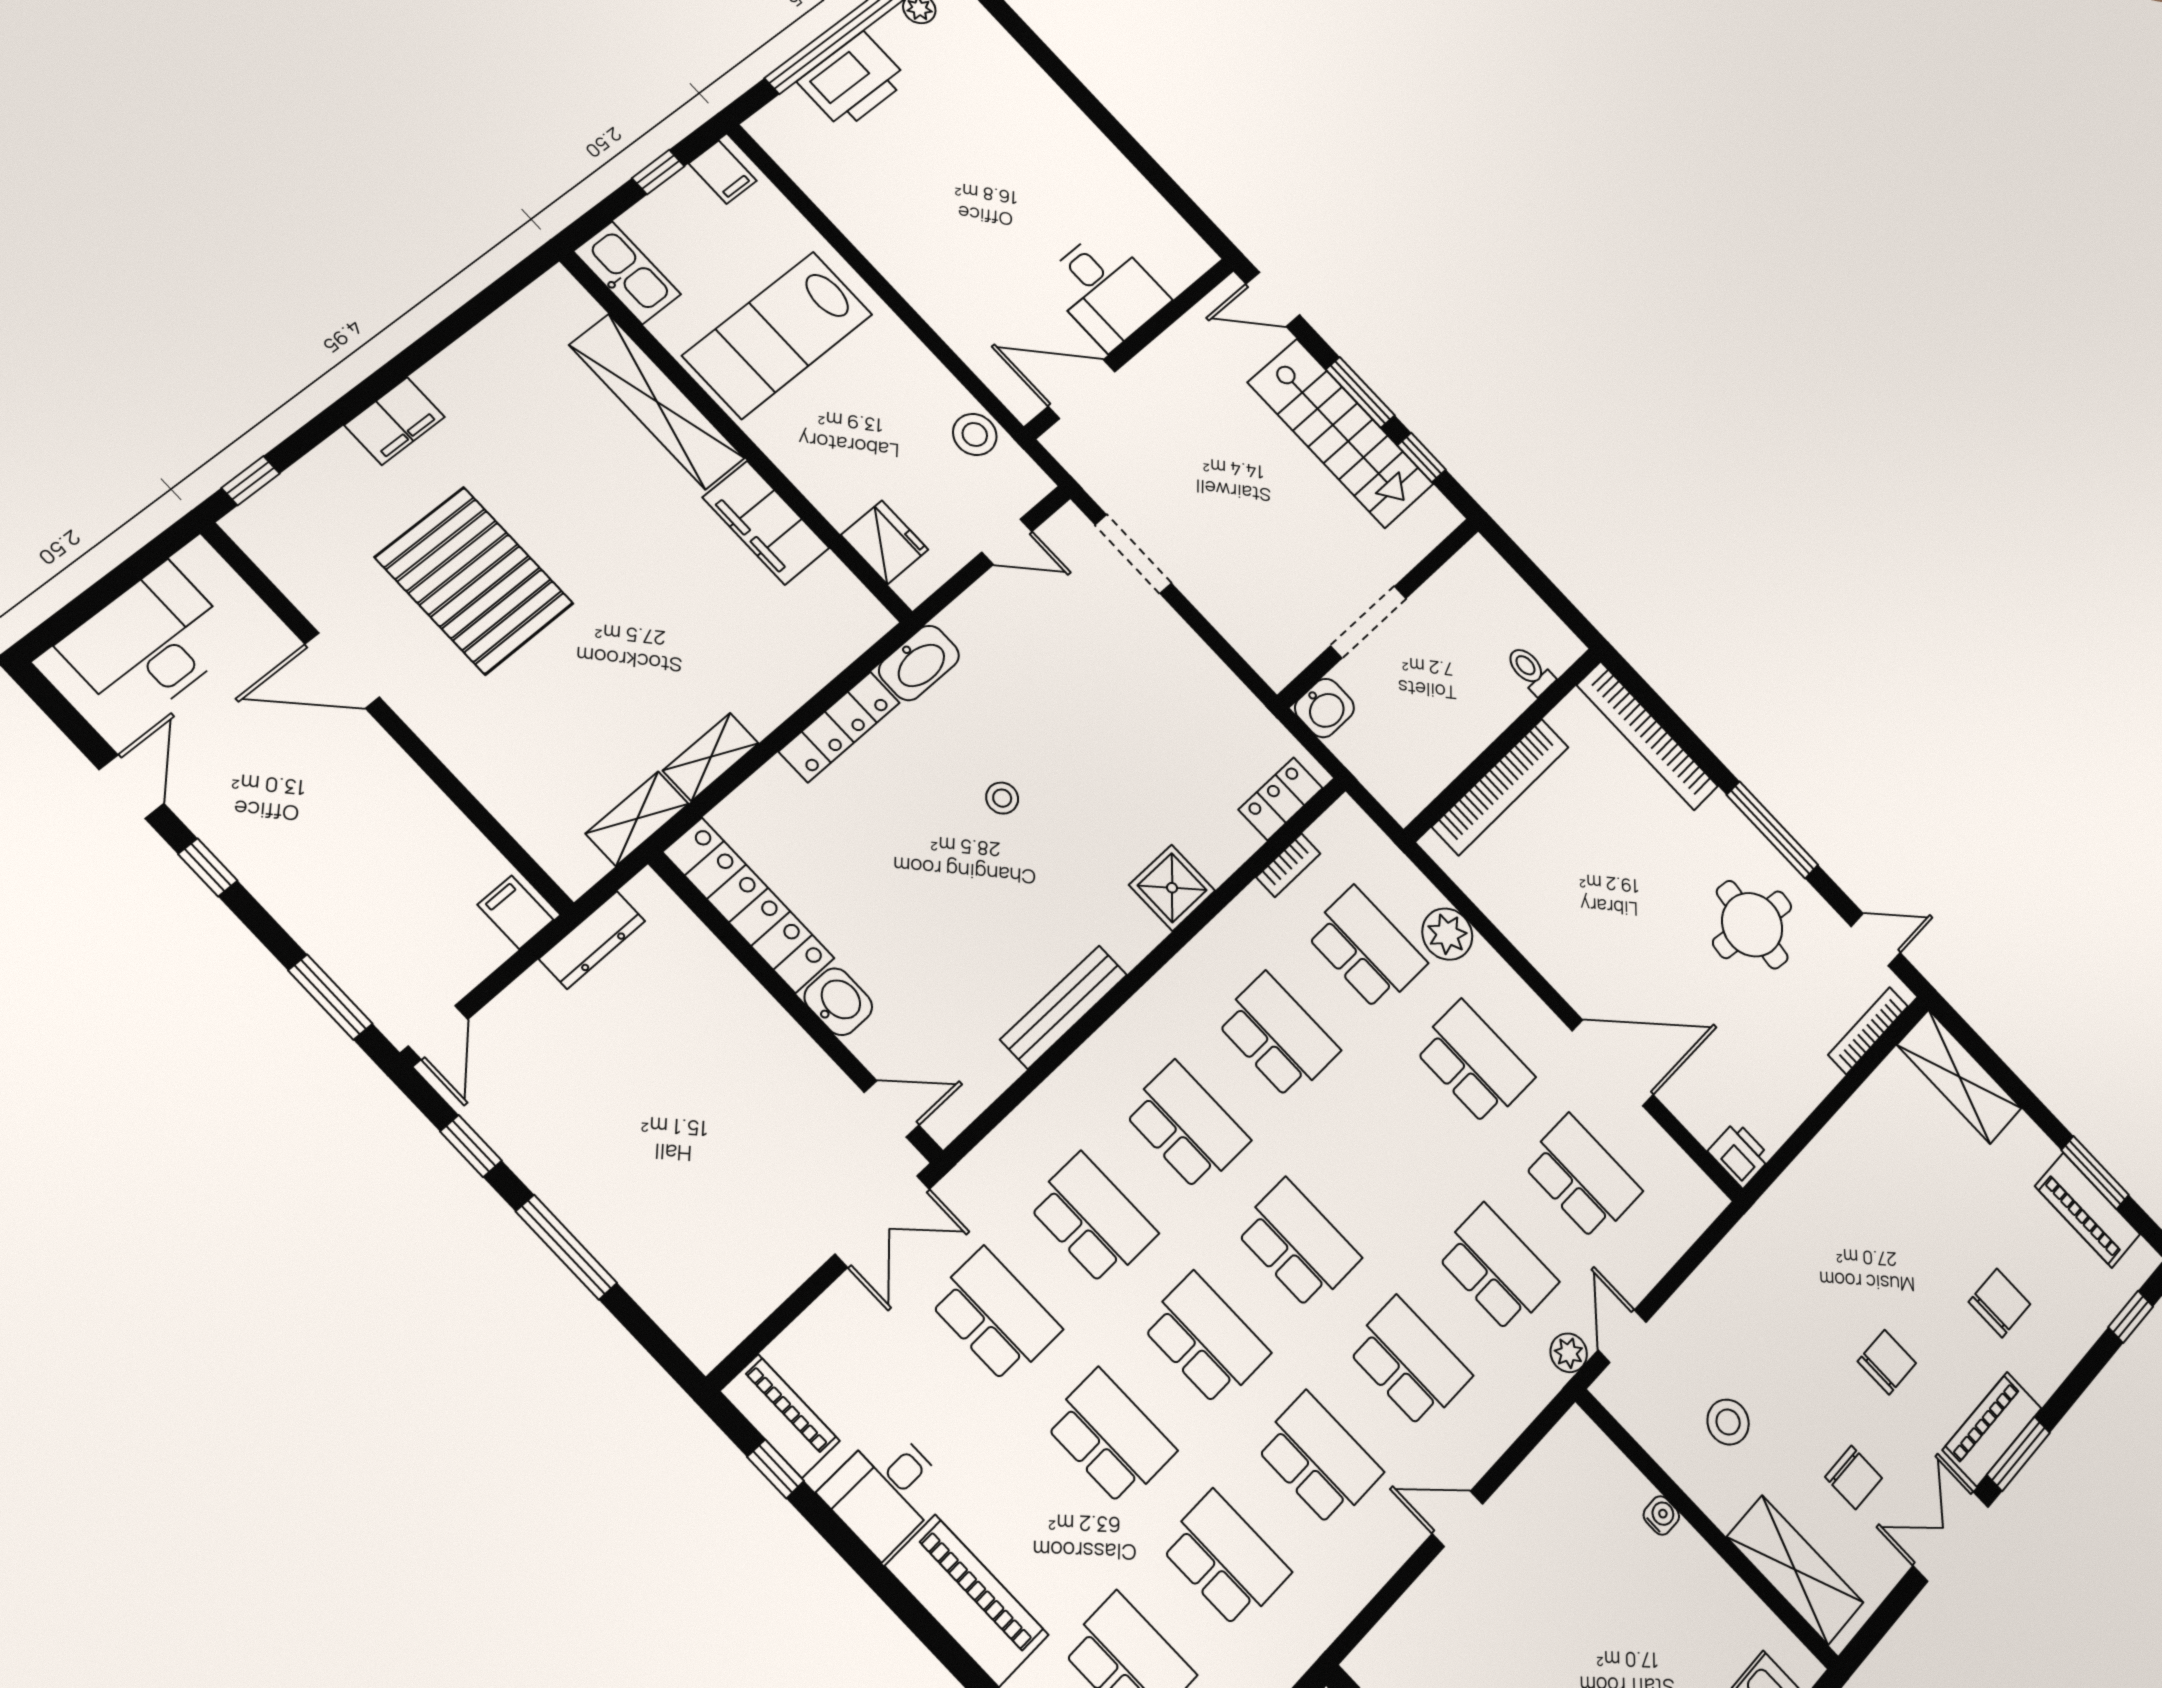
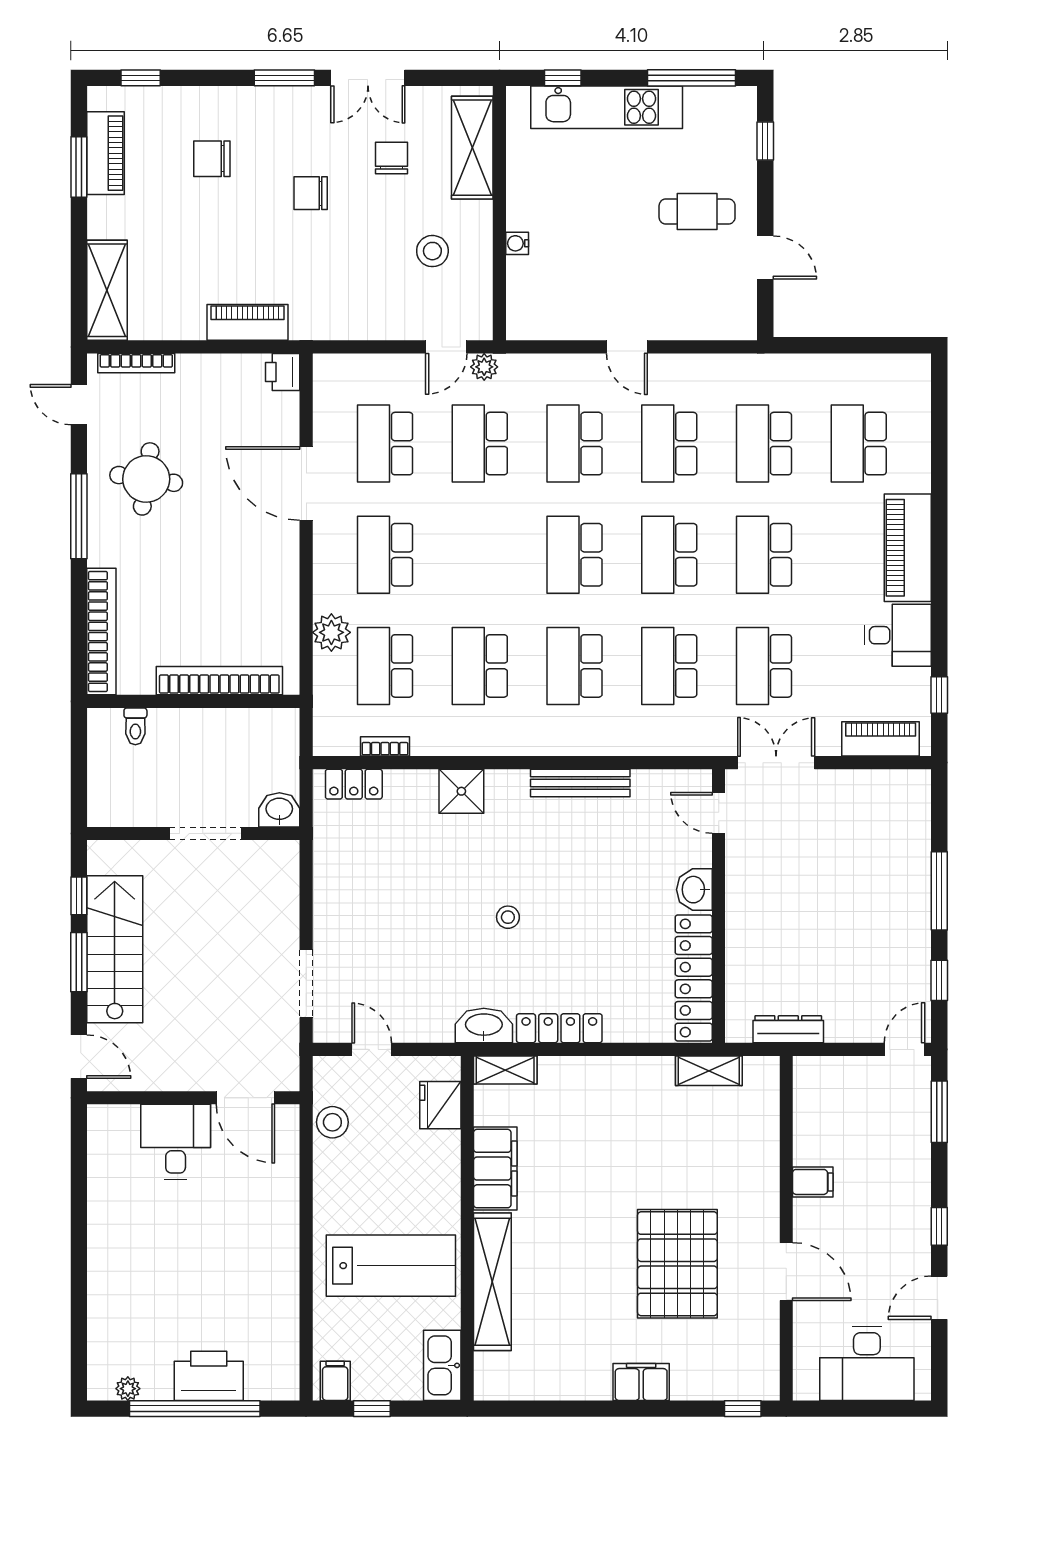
shelving: (711, 757) -> (505, 1070), moved
filing cabinet: (515, 912) -> (813, 1182), moved, turned -90
piano: (780, 1416) -> (881, 739), moved, turned 90
piano: (1992, 1429) -> (248, 322), moved, turned 180

